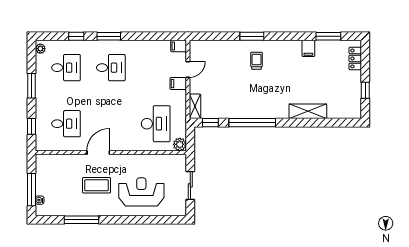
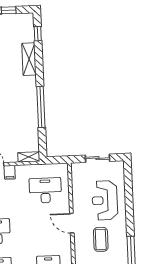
window: (210, 123) -> (38, 34), moved
plant: (180, 144) -> (62, 169), removed
door: (98, 153) -> (72, 223), moved

